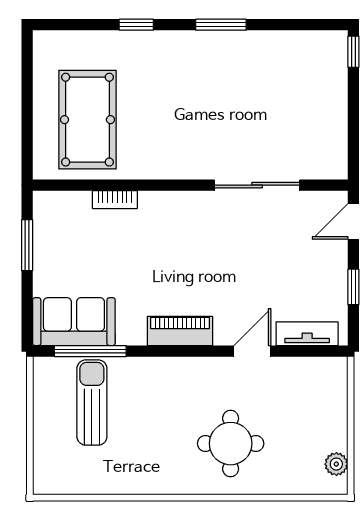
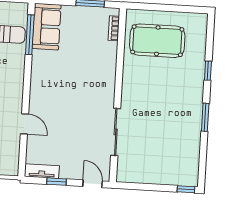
bookcase: (115, 200) -> (114, 28), moved
piano: (180, 331) -> (38, 85), removed
tv unit: (307, 334) -> (42, 171), moved, turned -90

